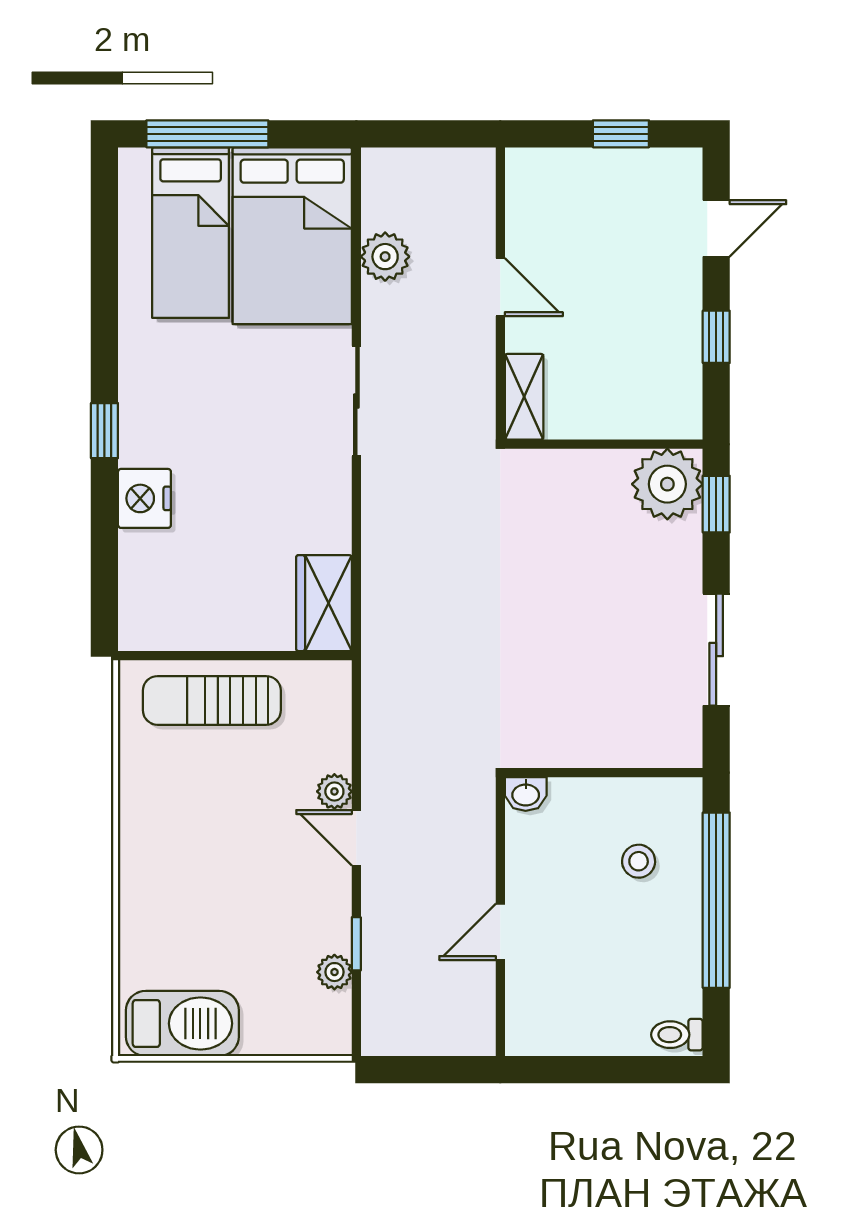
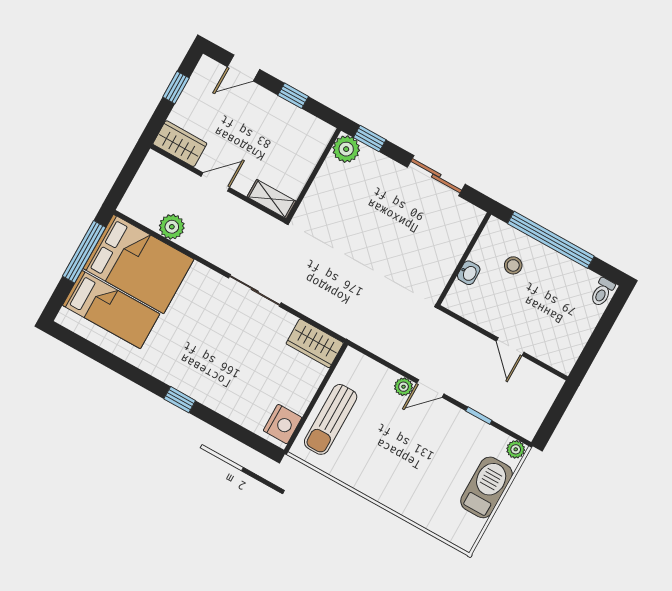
window: (207, 134) -> (84, 252), moved
wardrobe: (531, 193) -> (180, 144), added
door: (716, 228) -> (244, 68), swing flipped
sliding door: (356, 401) -> (255, 290), moved
plant: (667, 484) -> (346, 149), width x0.73, depth x0.73
nightstand: (144, 498) -> (283, 424), moved, turned -90
washbasin: (526, 794) -> (469, 273), moved
plant: (334, 972) -> (516, 449), moved
barbecue: (182, 1023) -> (486, 487), moved

